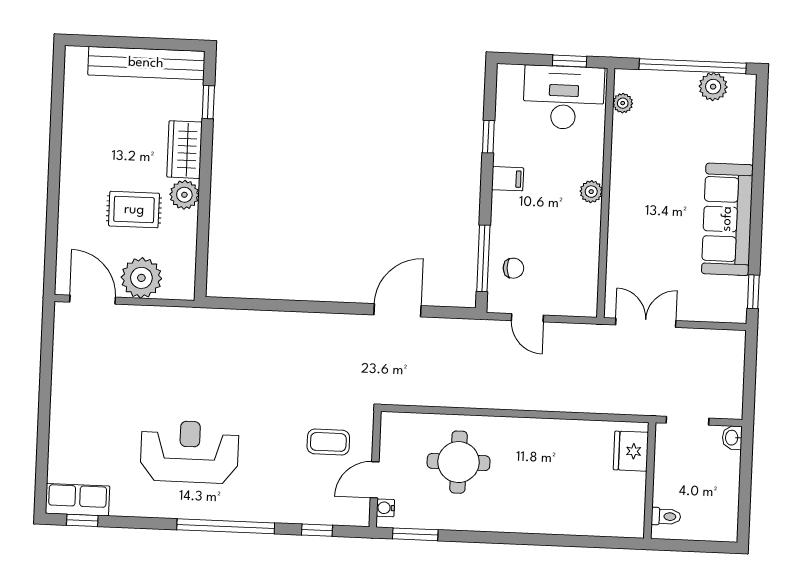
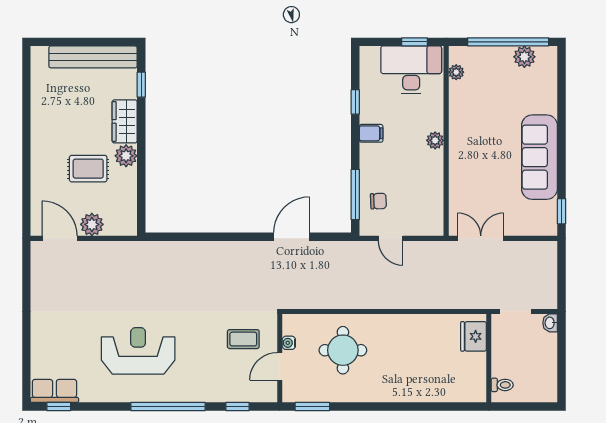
plant: (141, 278) -> (92, 224), width x0.73, depth x0.73
water cooler: (385, 508) -> (289, 343), moved

